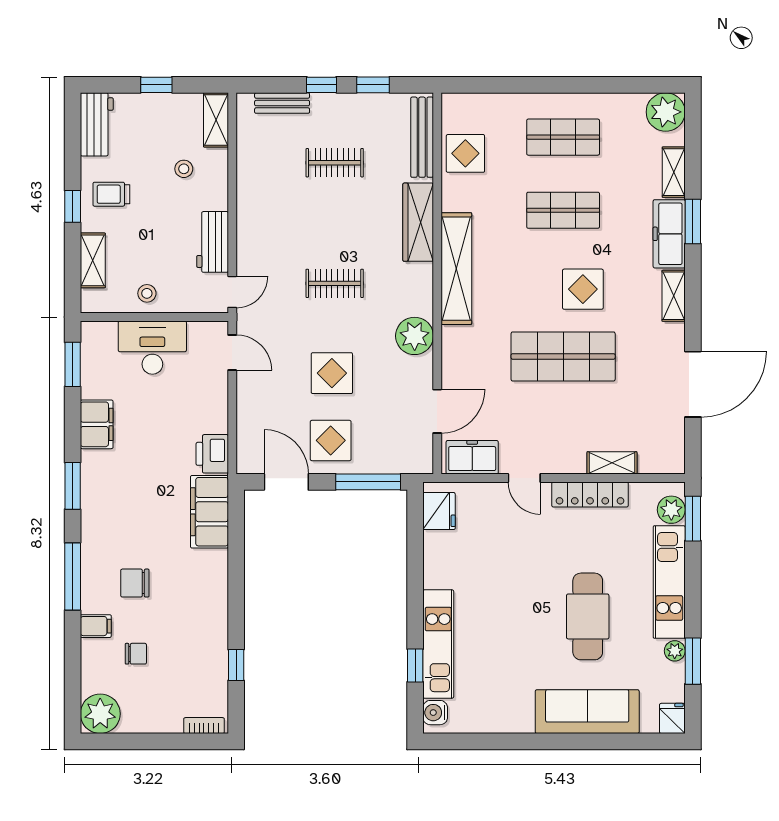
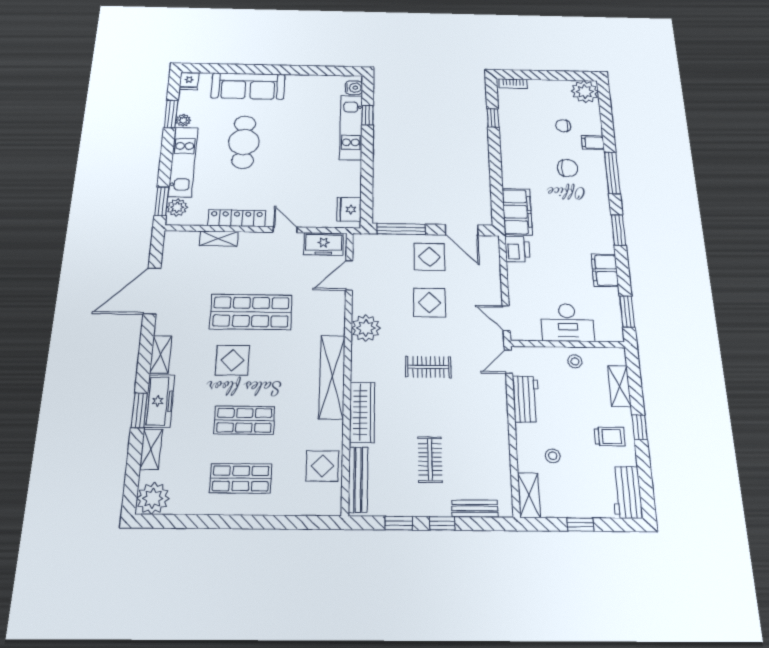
clothes rail: (335, 163) -> (430, 459), turned 90

